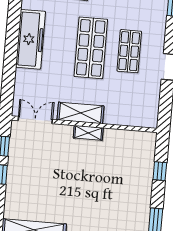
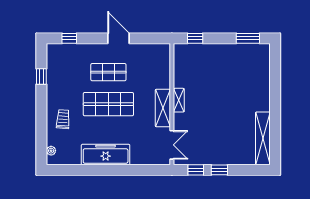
double door: (35, 120) -> (172, 145), swing flipped
window: (160, 171) -> (195, 38), moved

